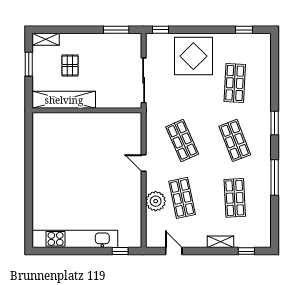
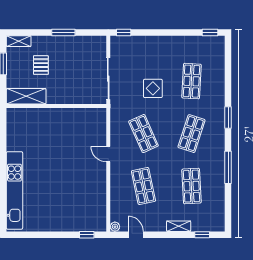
window: (116, 30) -> (63, 32), moved
window: (244, 30) -> (210, 32), moved
display table: (193, 56) -> (153, 88), moved, width x0.54, depth x0.54
shelving: (64, 100) -> (26, 96), width x0.68
shop shelf: (235, 140) -> (192, 134), turned 39
plant: (156, 201) -> (115, 227), moved, width x0.53, depth x0.53
kitchen unit: (75, 239) -> (14, 190), moved, turned 90

